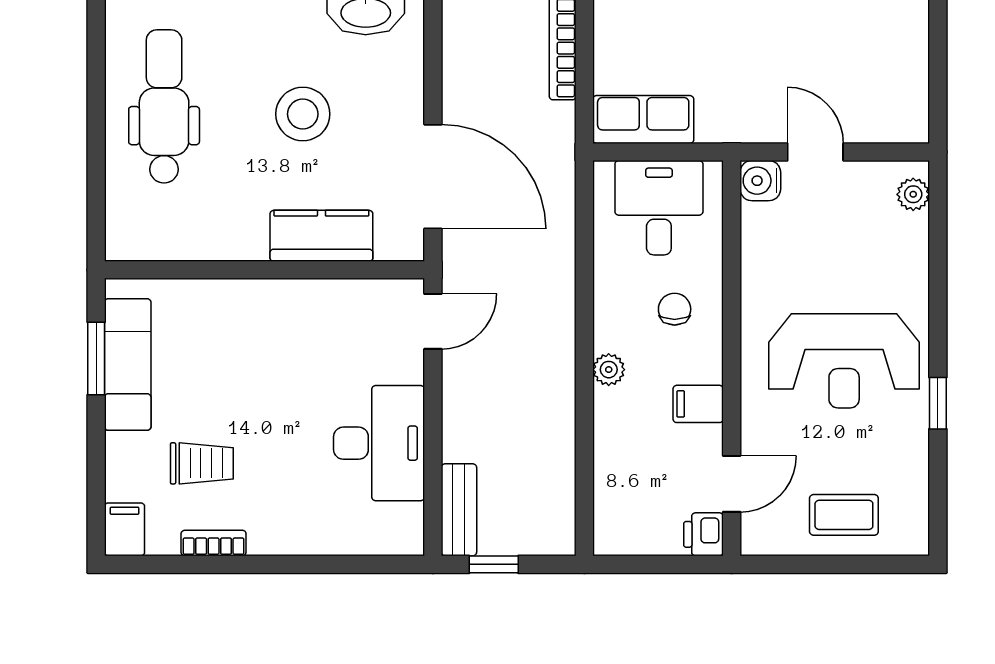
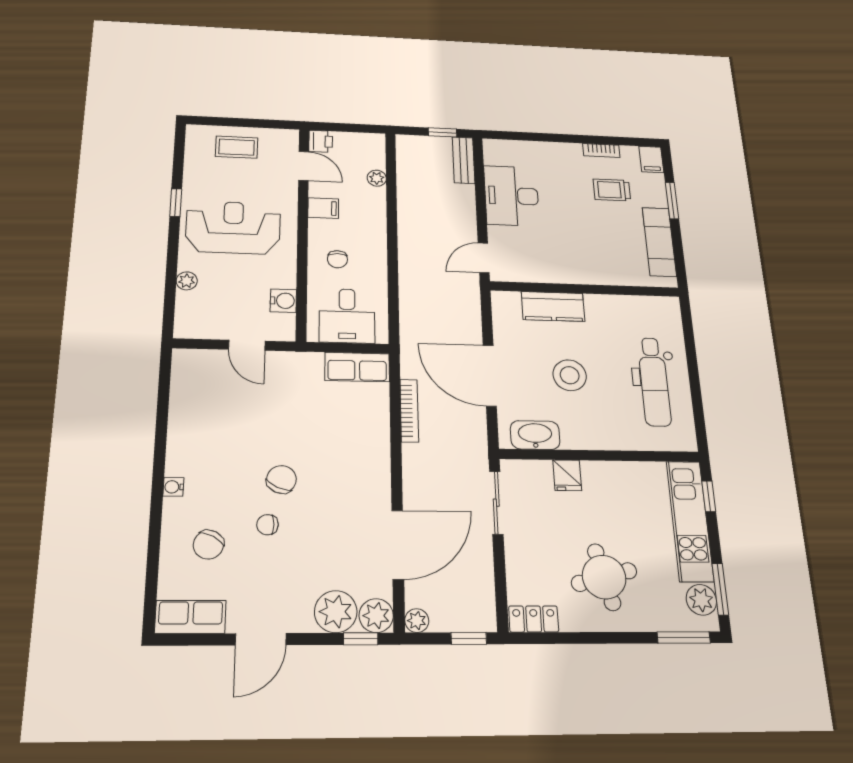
door: (433, 177) -> (490, 375), moved
water cooler: (760, 181) -> (283, 301), moved
plant: (913, 194) -> (187, 281), moved
window: (96, 359) -> (672, 201), moved
plant: (609, 370) -> (377, 178), moved
door: (732, 484) -> (304, 166), swing flipped

